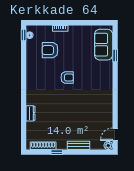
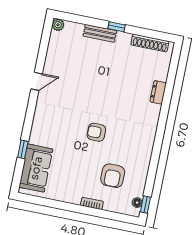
armchair: (50, 50) -> (113, 176), turned 90
door: (115, 134) -> (37, 81), moved
window: (57, 152) -> (117, 27), moved

